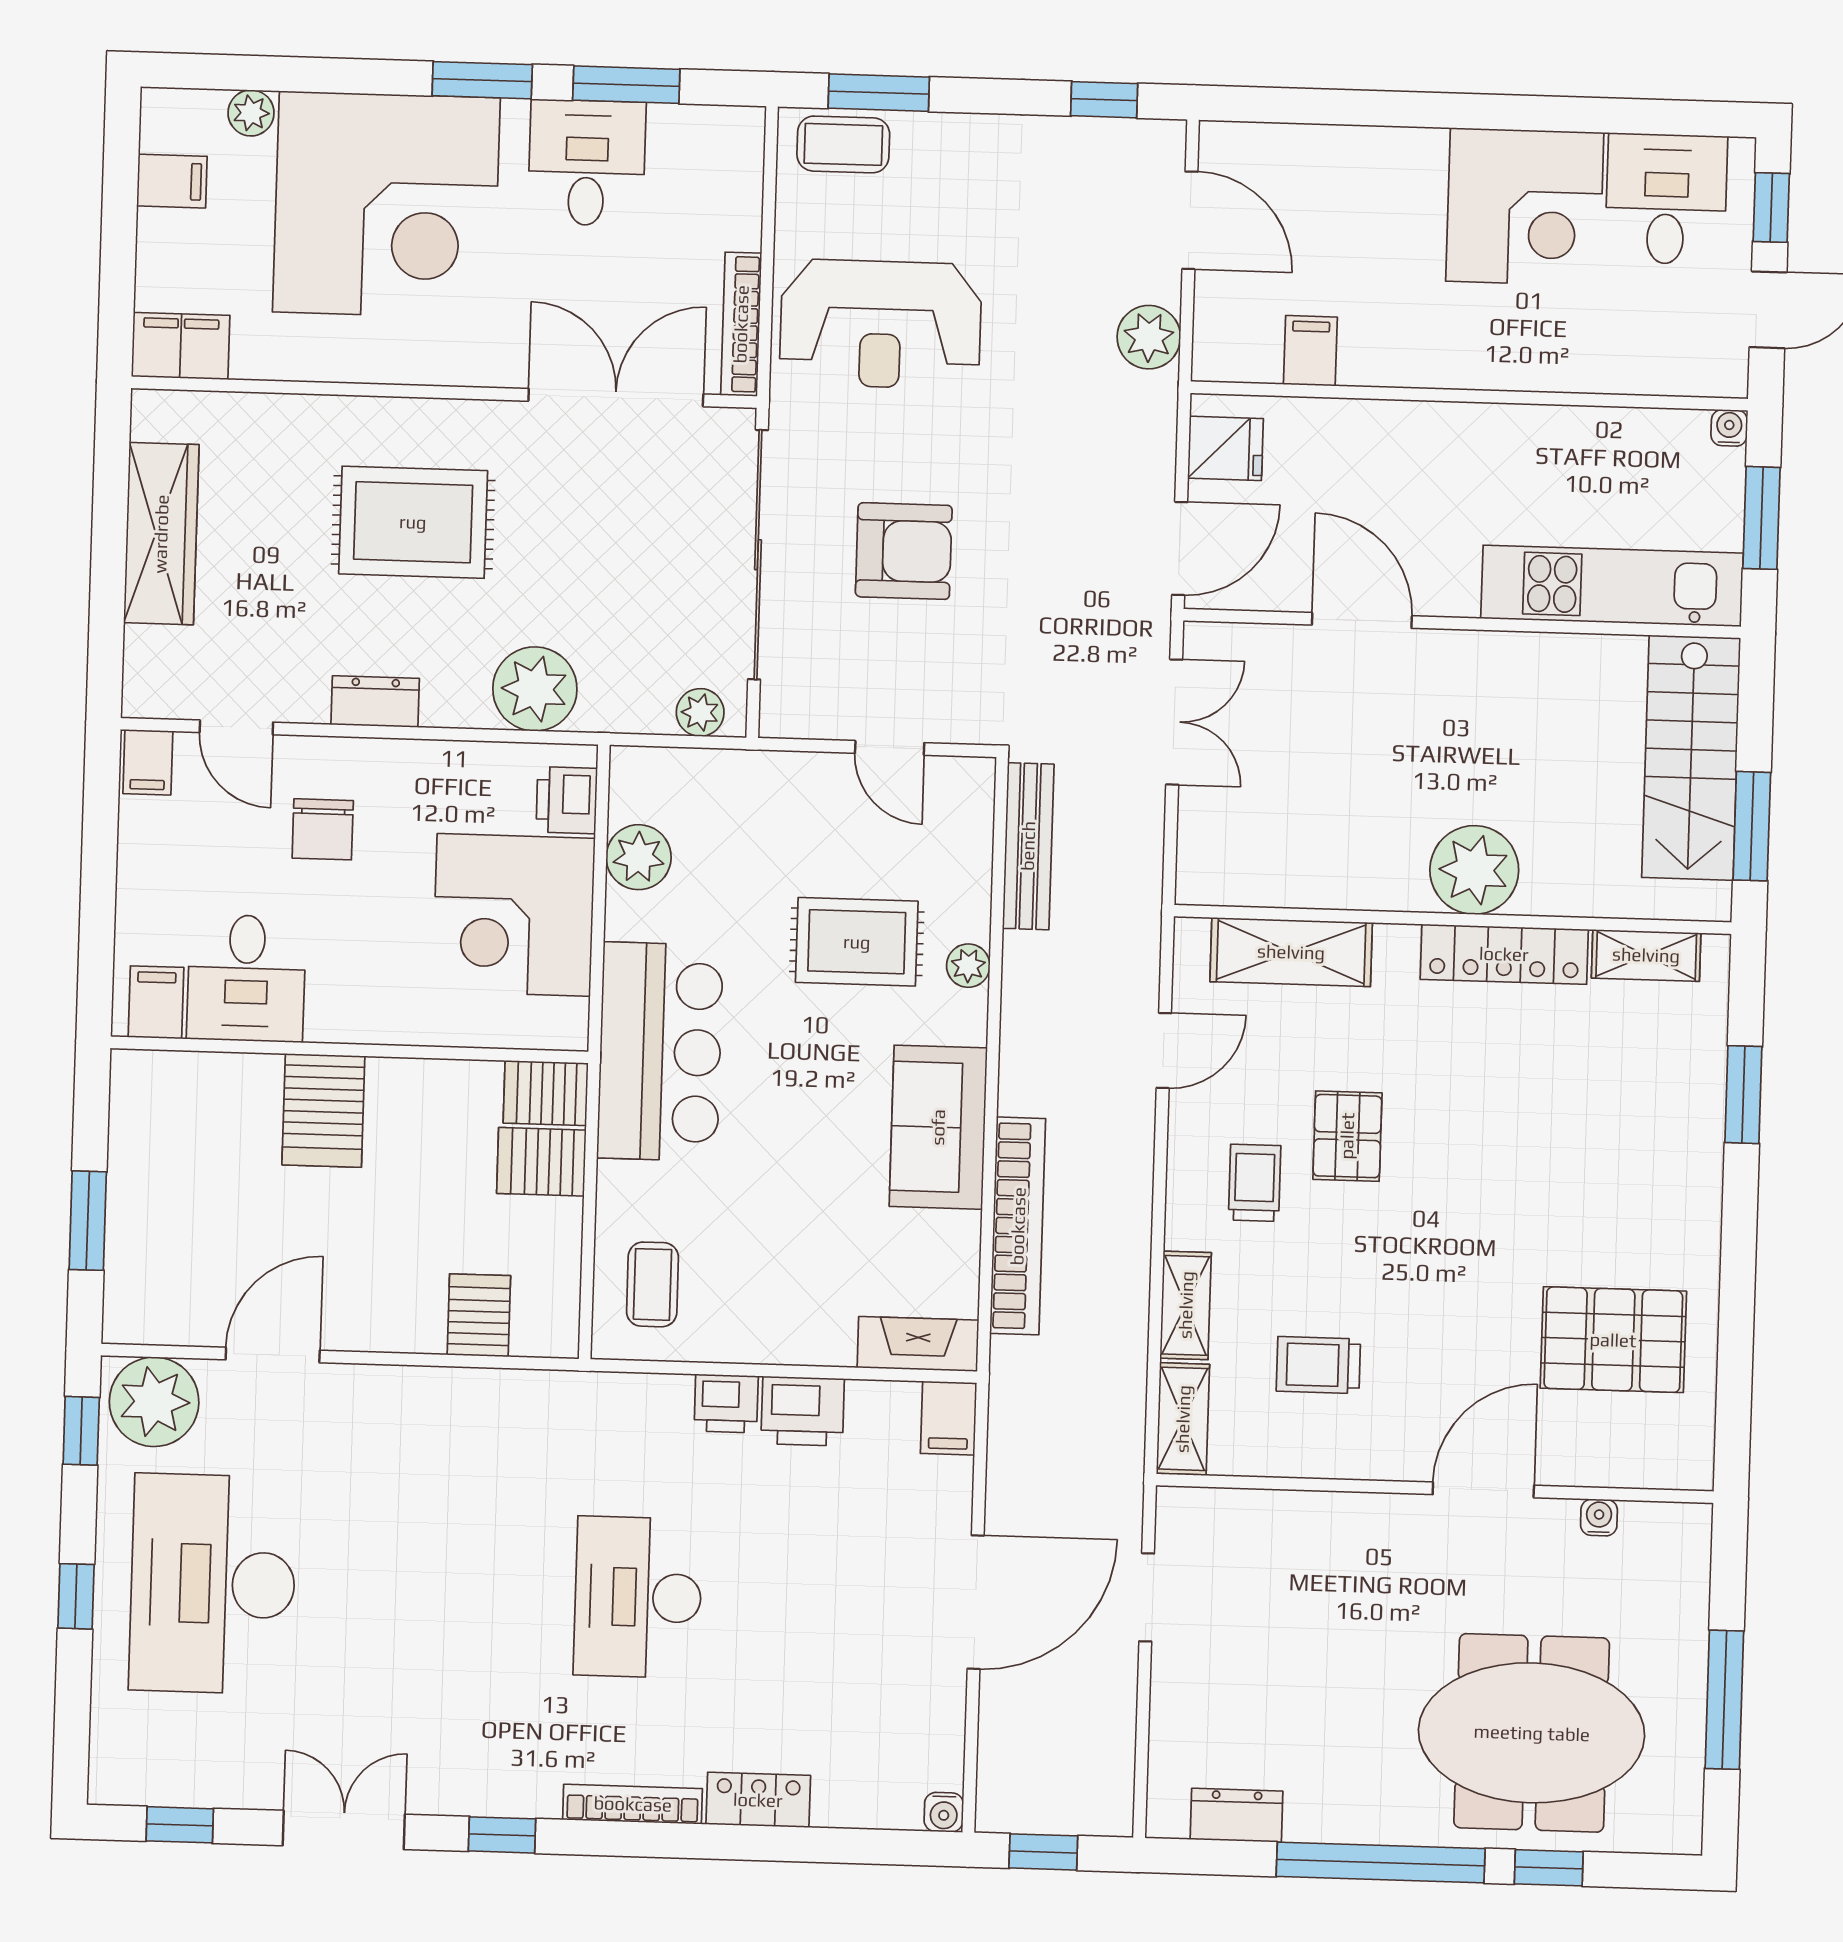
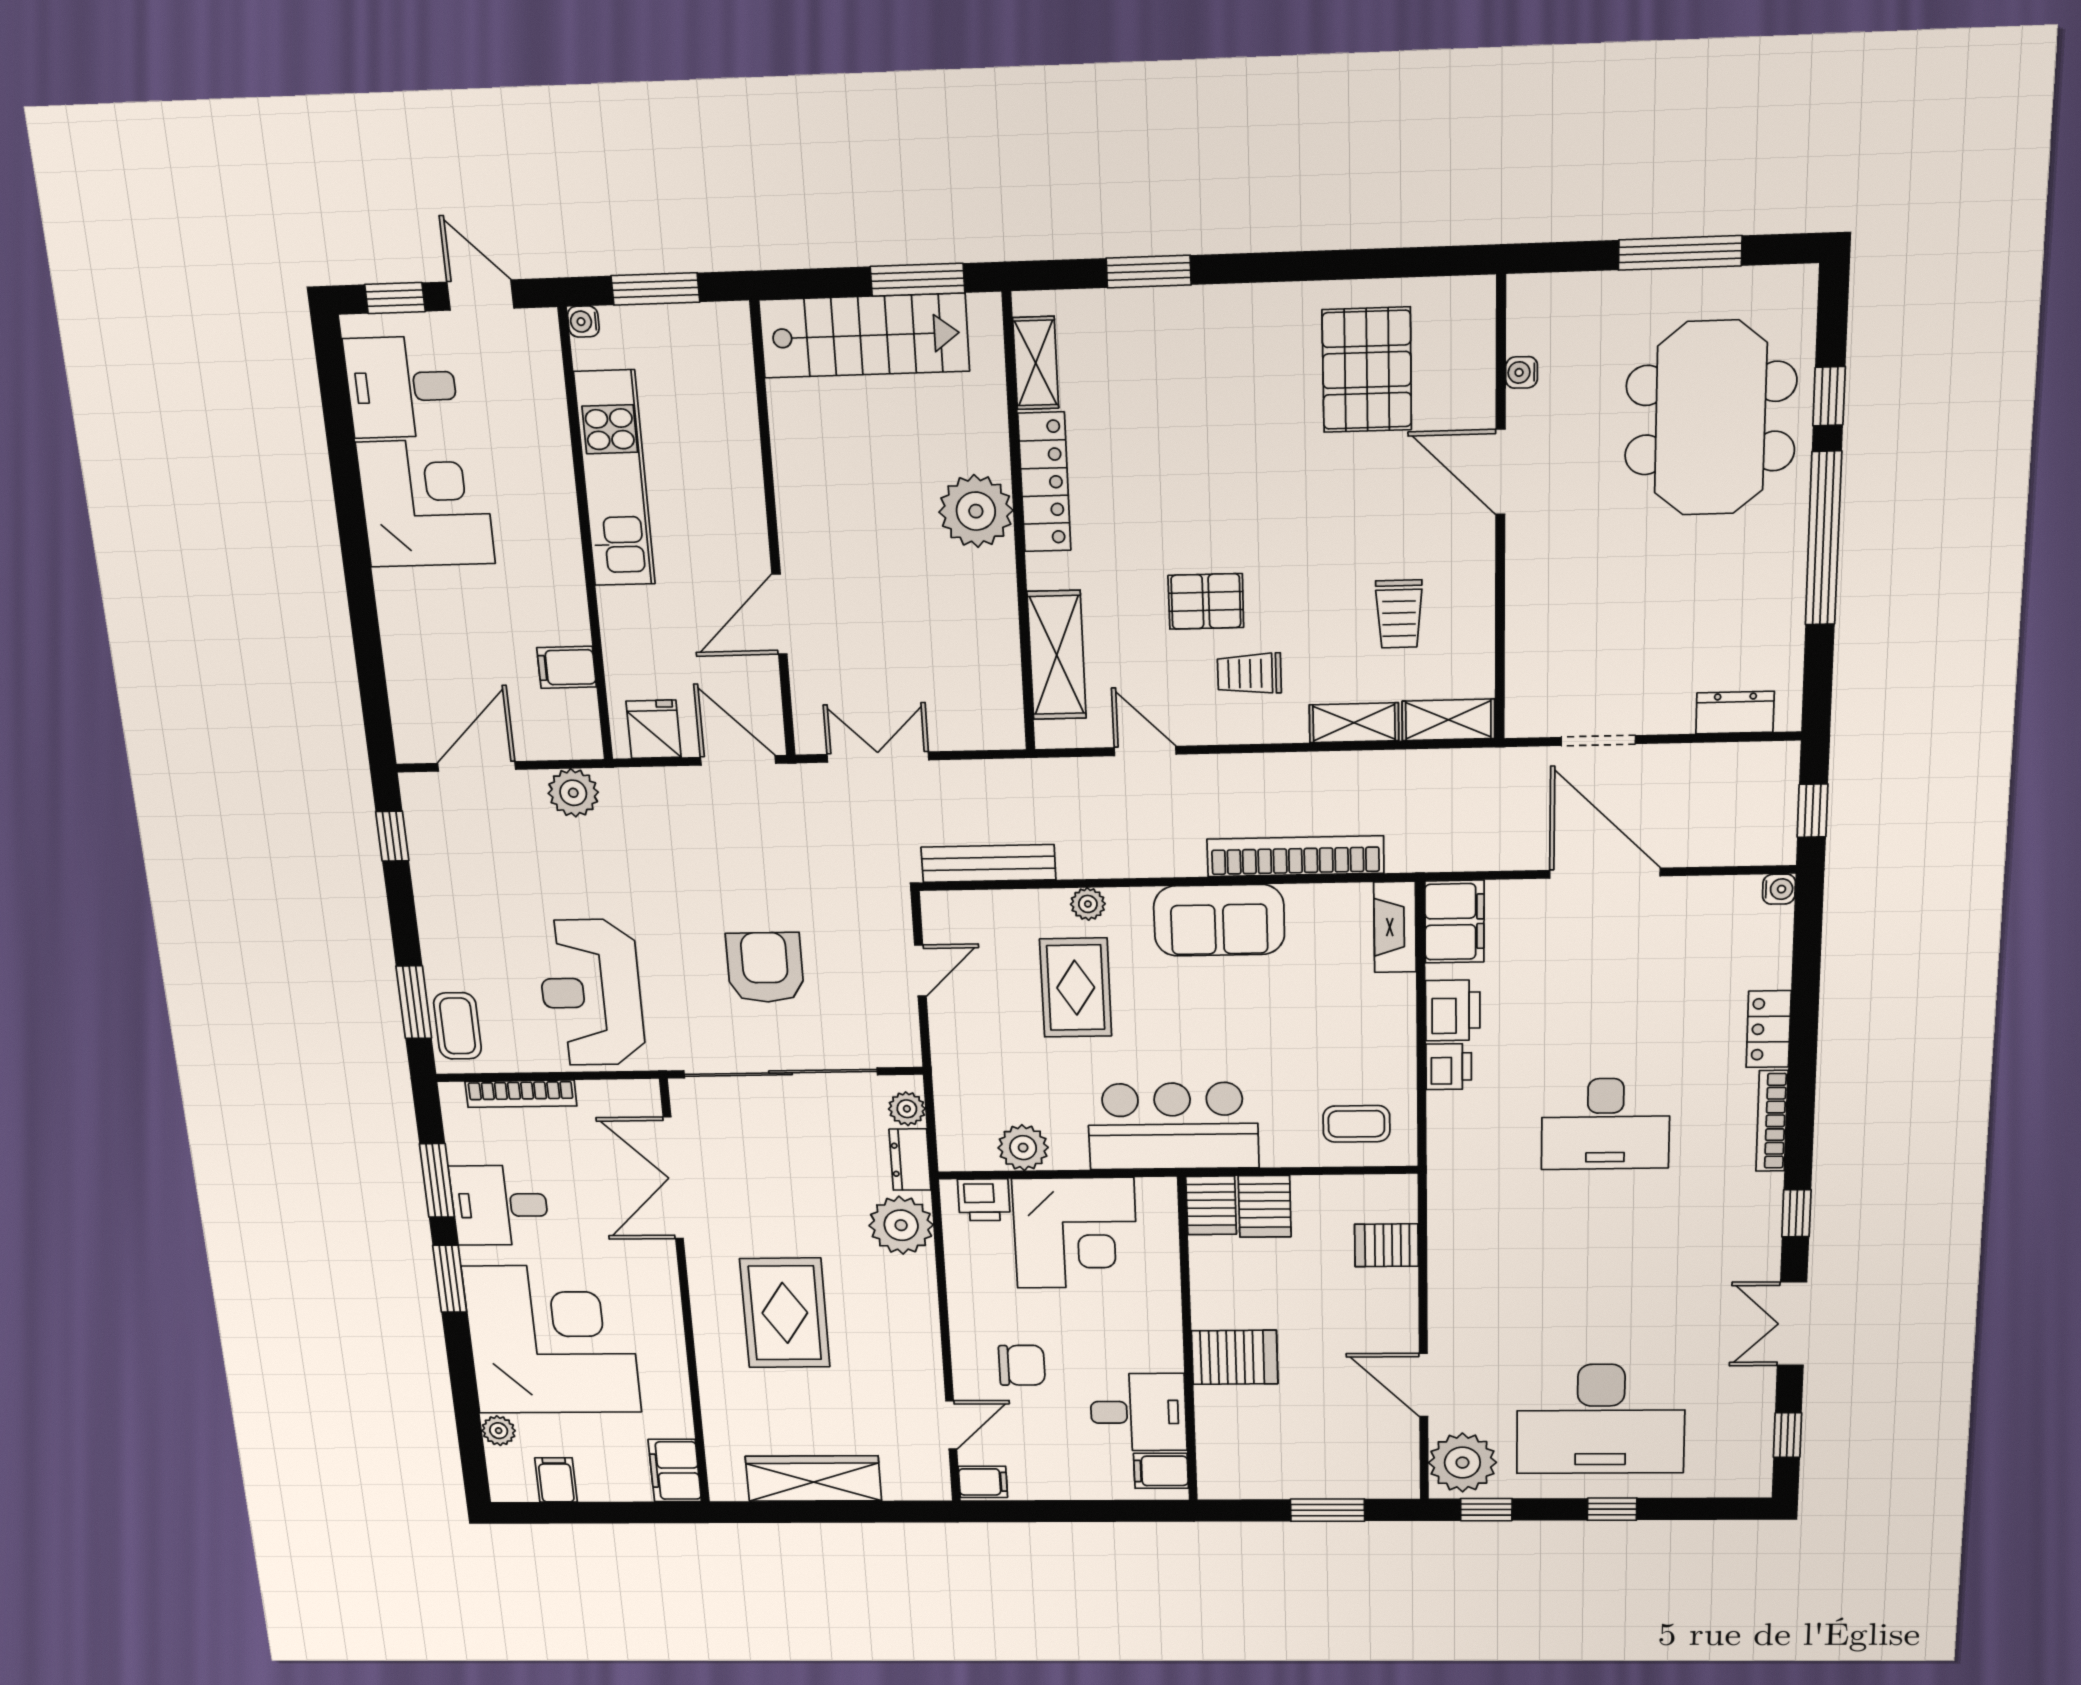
bookcase: (741, 324) -> (521, 1094), moved
reception desk: (881, 324) -> (591, 993), turned 180
kitchen unit: (1612, 586) -> (615, 479), moved, turned 180
dresser: (375, 702) -> (910, 1160), moved
filing cabinet: (949, 1418) -> (1454, 922), width x2.00
dresser: (1236, 1815) -> (1735, 712), moved, turned 90

